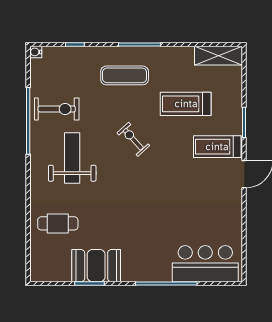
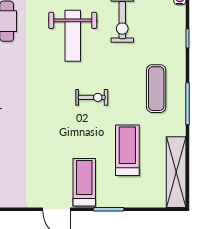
shelving: (218, 56) -> (176, 172), width x1.47
exercise bike: (133, 139) -> (92, 97), turned 42
weight bench: (72, 158) -> (73, 36), turned 90

